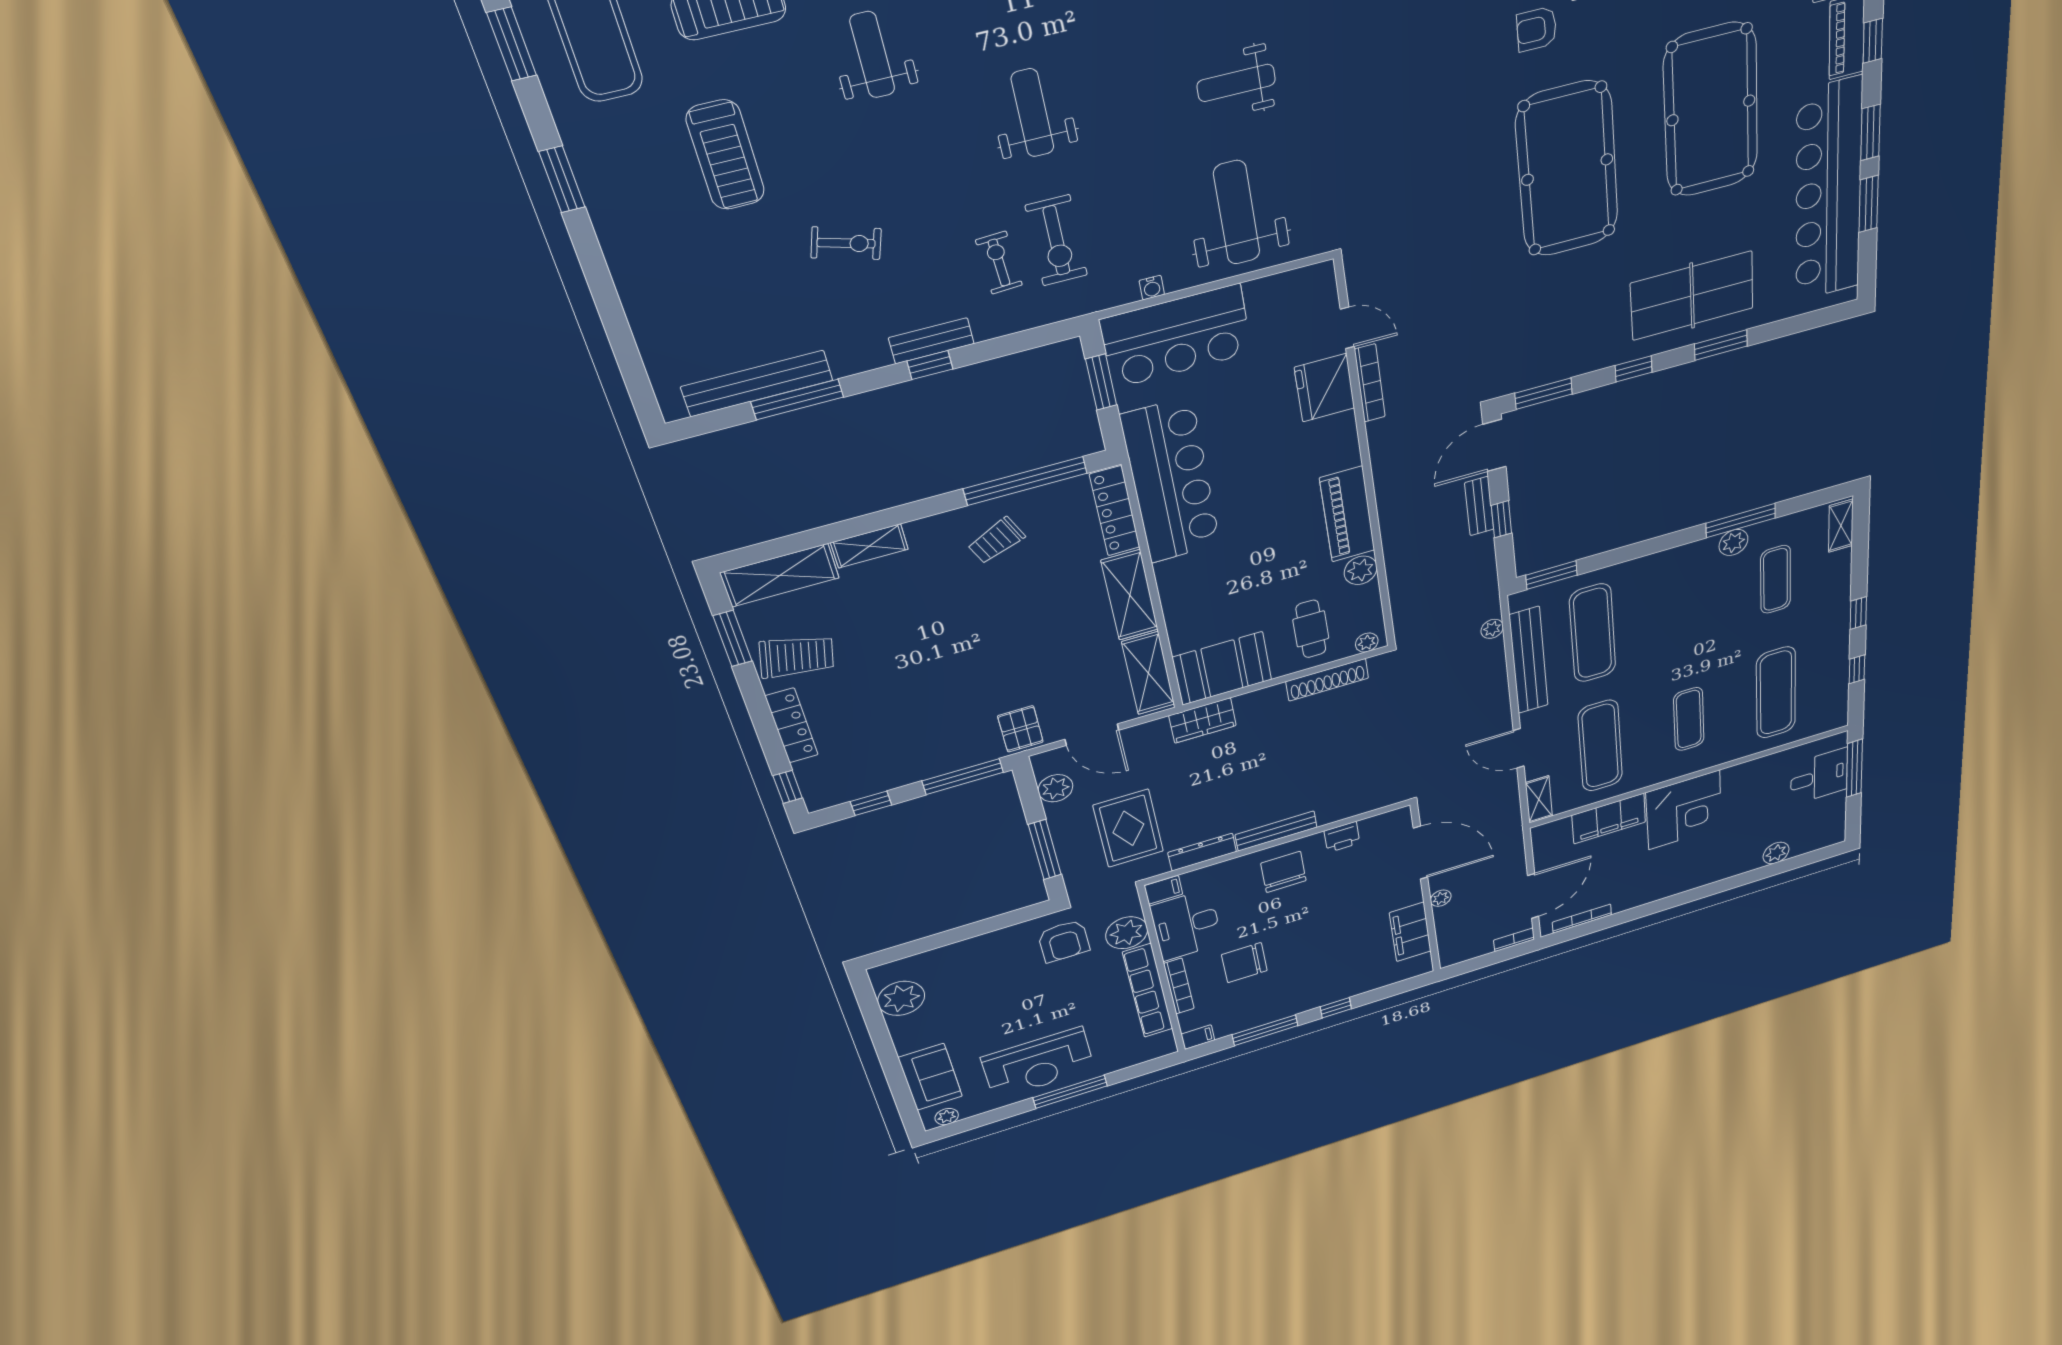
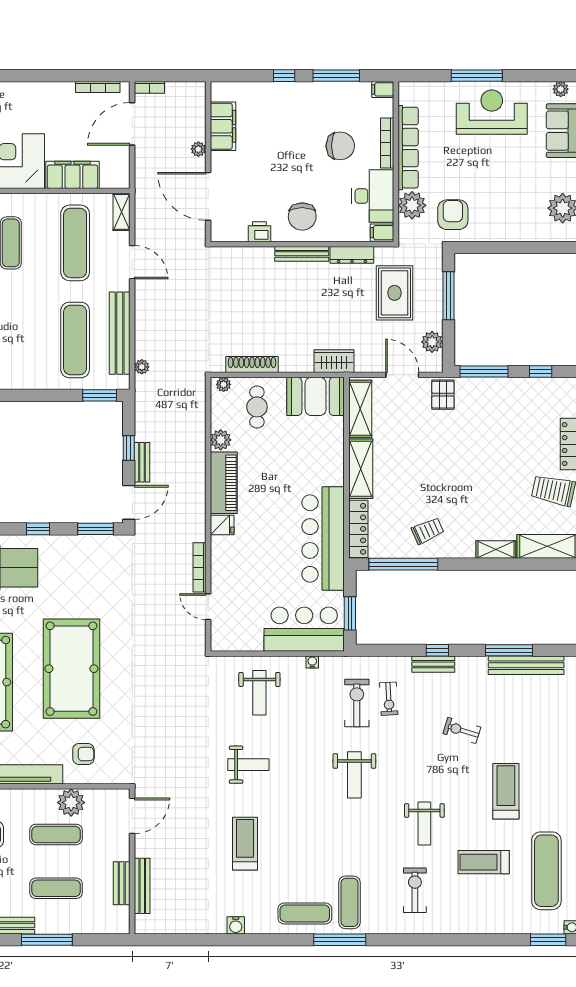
weight bench: (1237, 213) -> (259, 693), width x0.73, depth x0.75
fridge: (1325, 388) -> (222, 525), moved, width x0.53, depth x0.75

